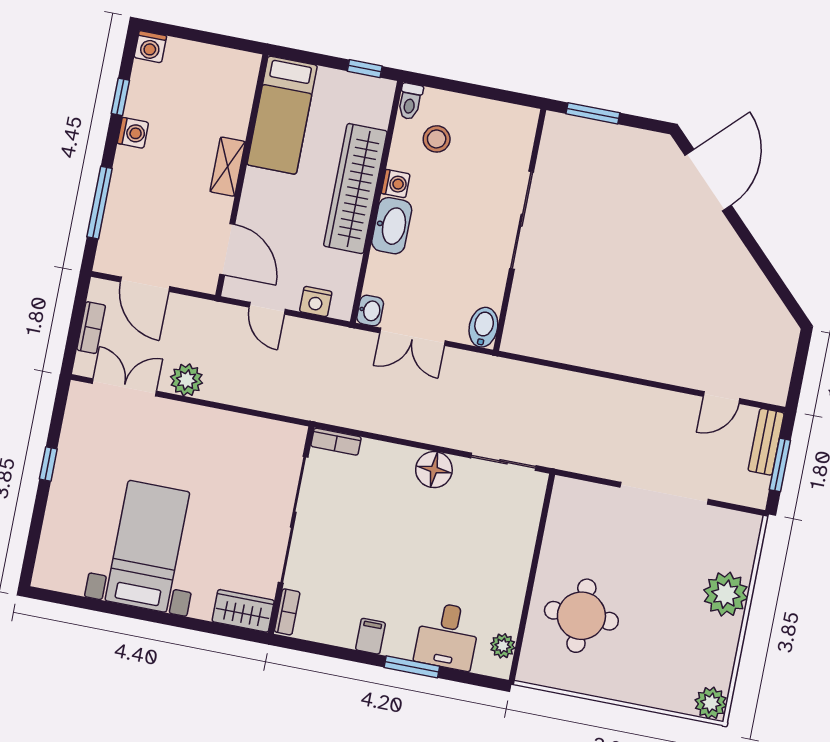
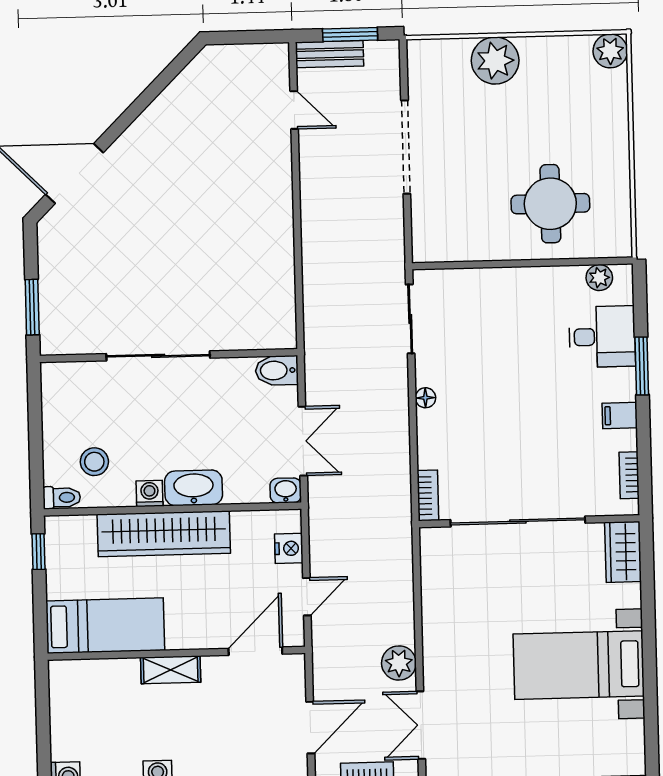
floor lamp: (434, 470) -> (425, 398), width x0.53, depth x0.53
bookcase: (287, 612) -> (629, 475), moved, turned -90

